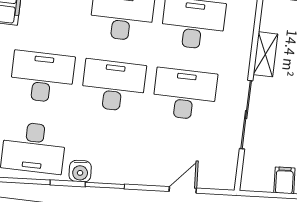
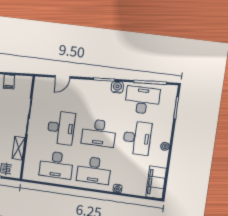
desk: (42, 77) -> (137, 138), turned -90
desk: (185, 94) -> (61, 128), turned -90

